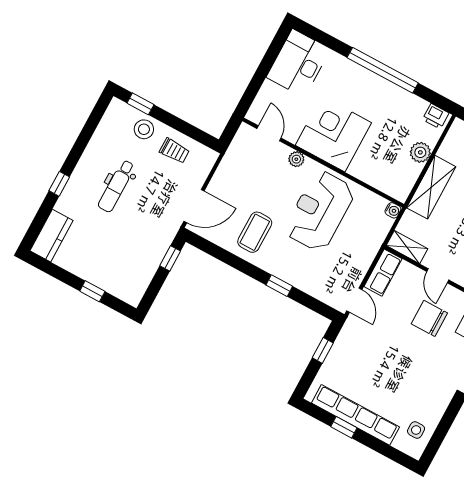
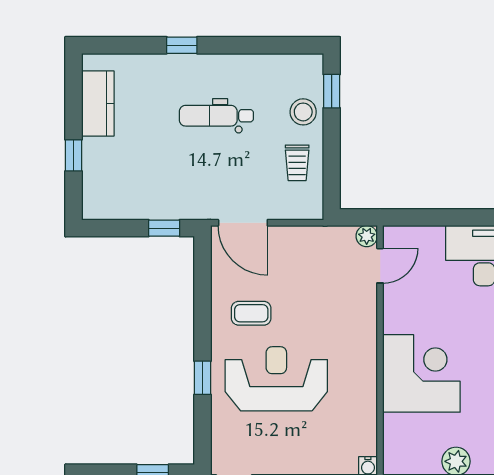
corner desk: (333, 134) -> (421, 373), moved
plant: (296, 159) -> (367, 236), moved
reception desk: (320, 211) -> (276, 379), moved
coffee table: (255, 232) -> (251, 313), width x0.73, depth x0.77
kitchen counter: (51, 236) -> (98, 104), moved, turned -90

